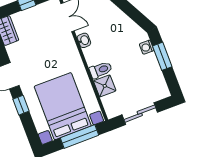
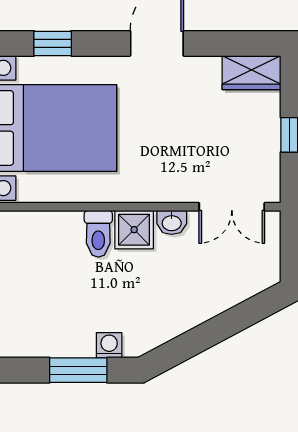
shower: (105, 86) -> (134, 230), moved
window: (21, 105) -> (53, 43), moved

